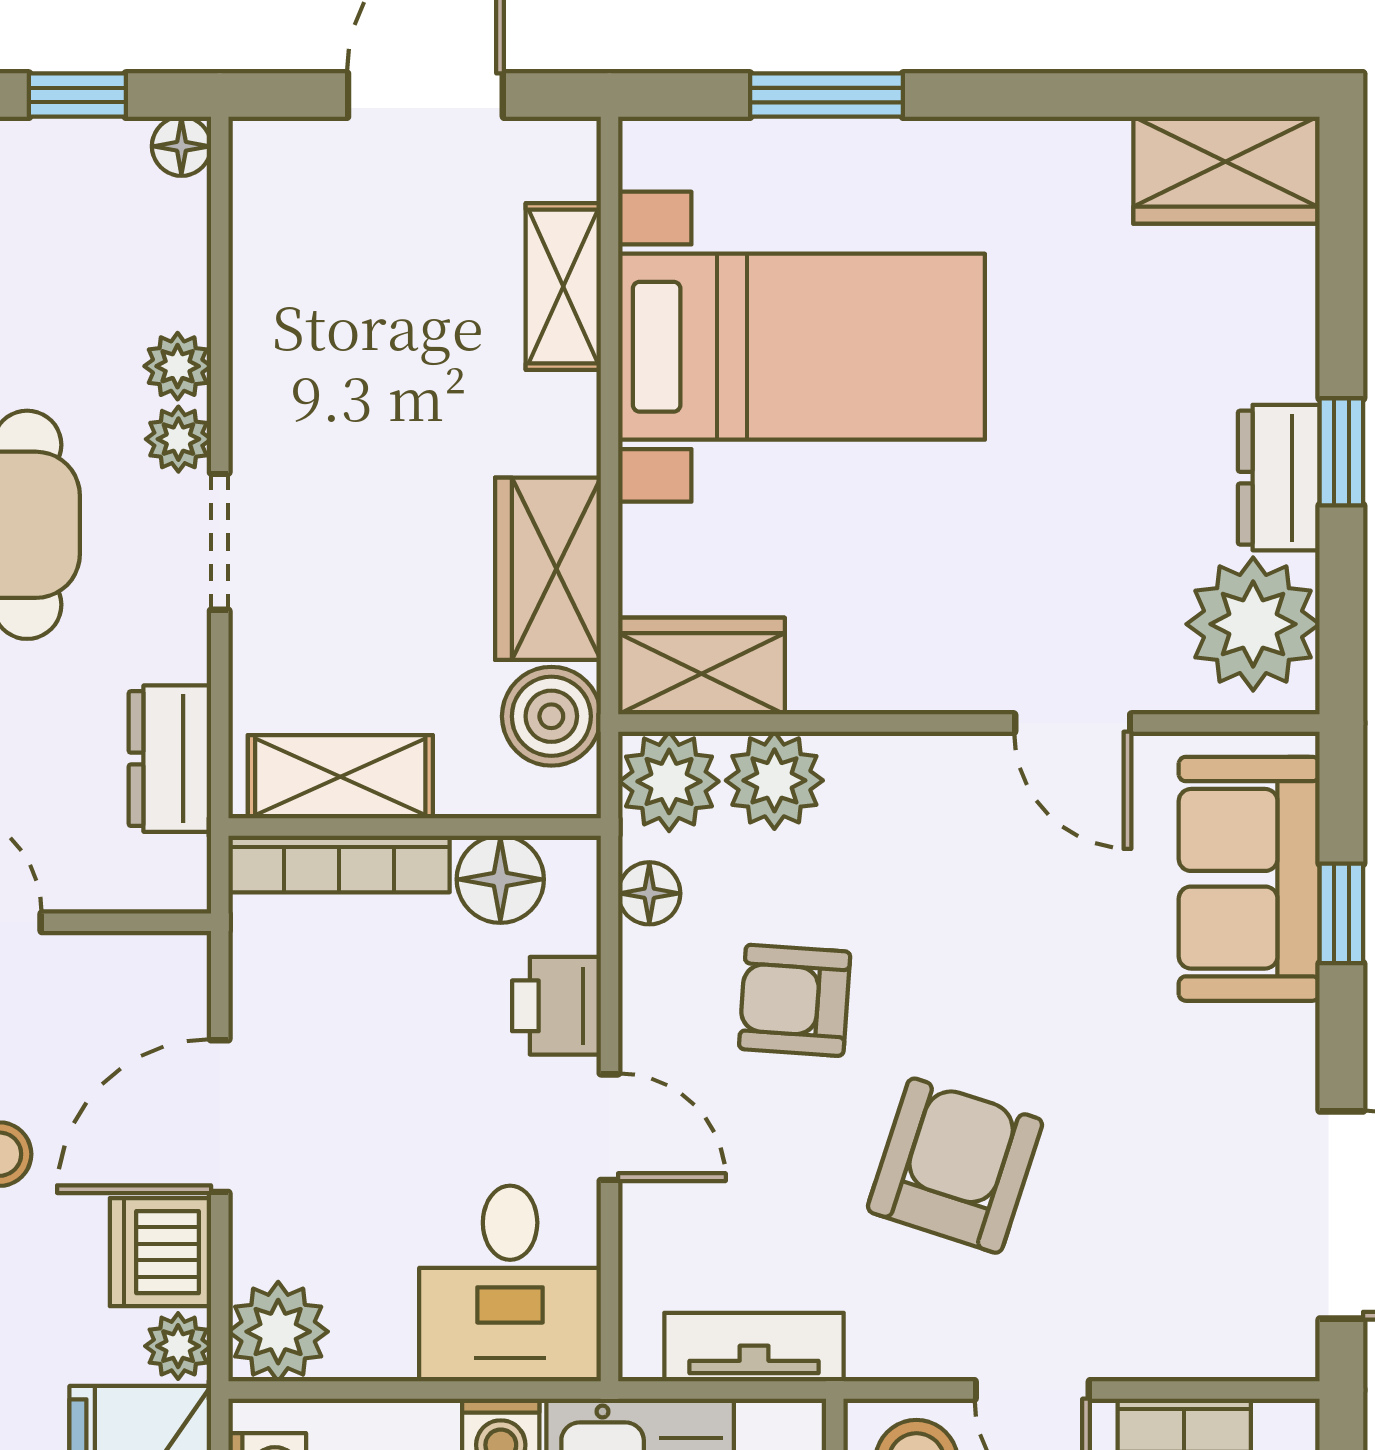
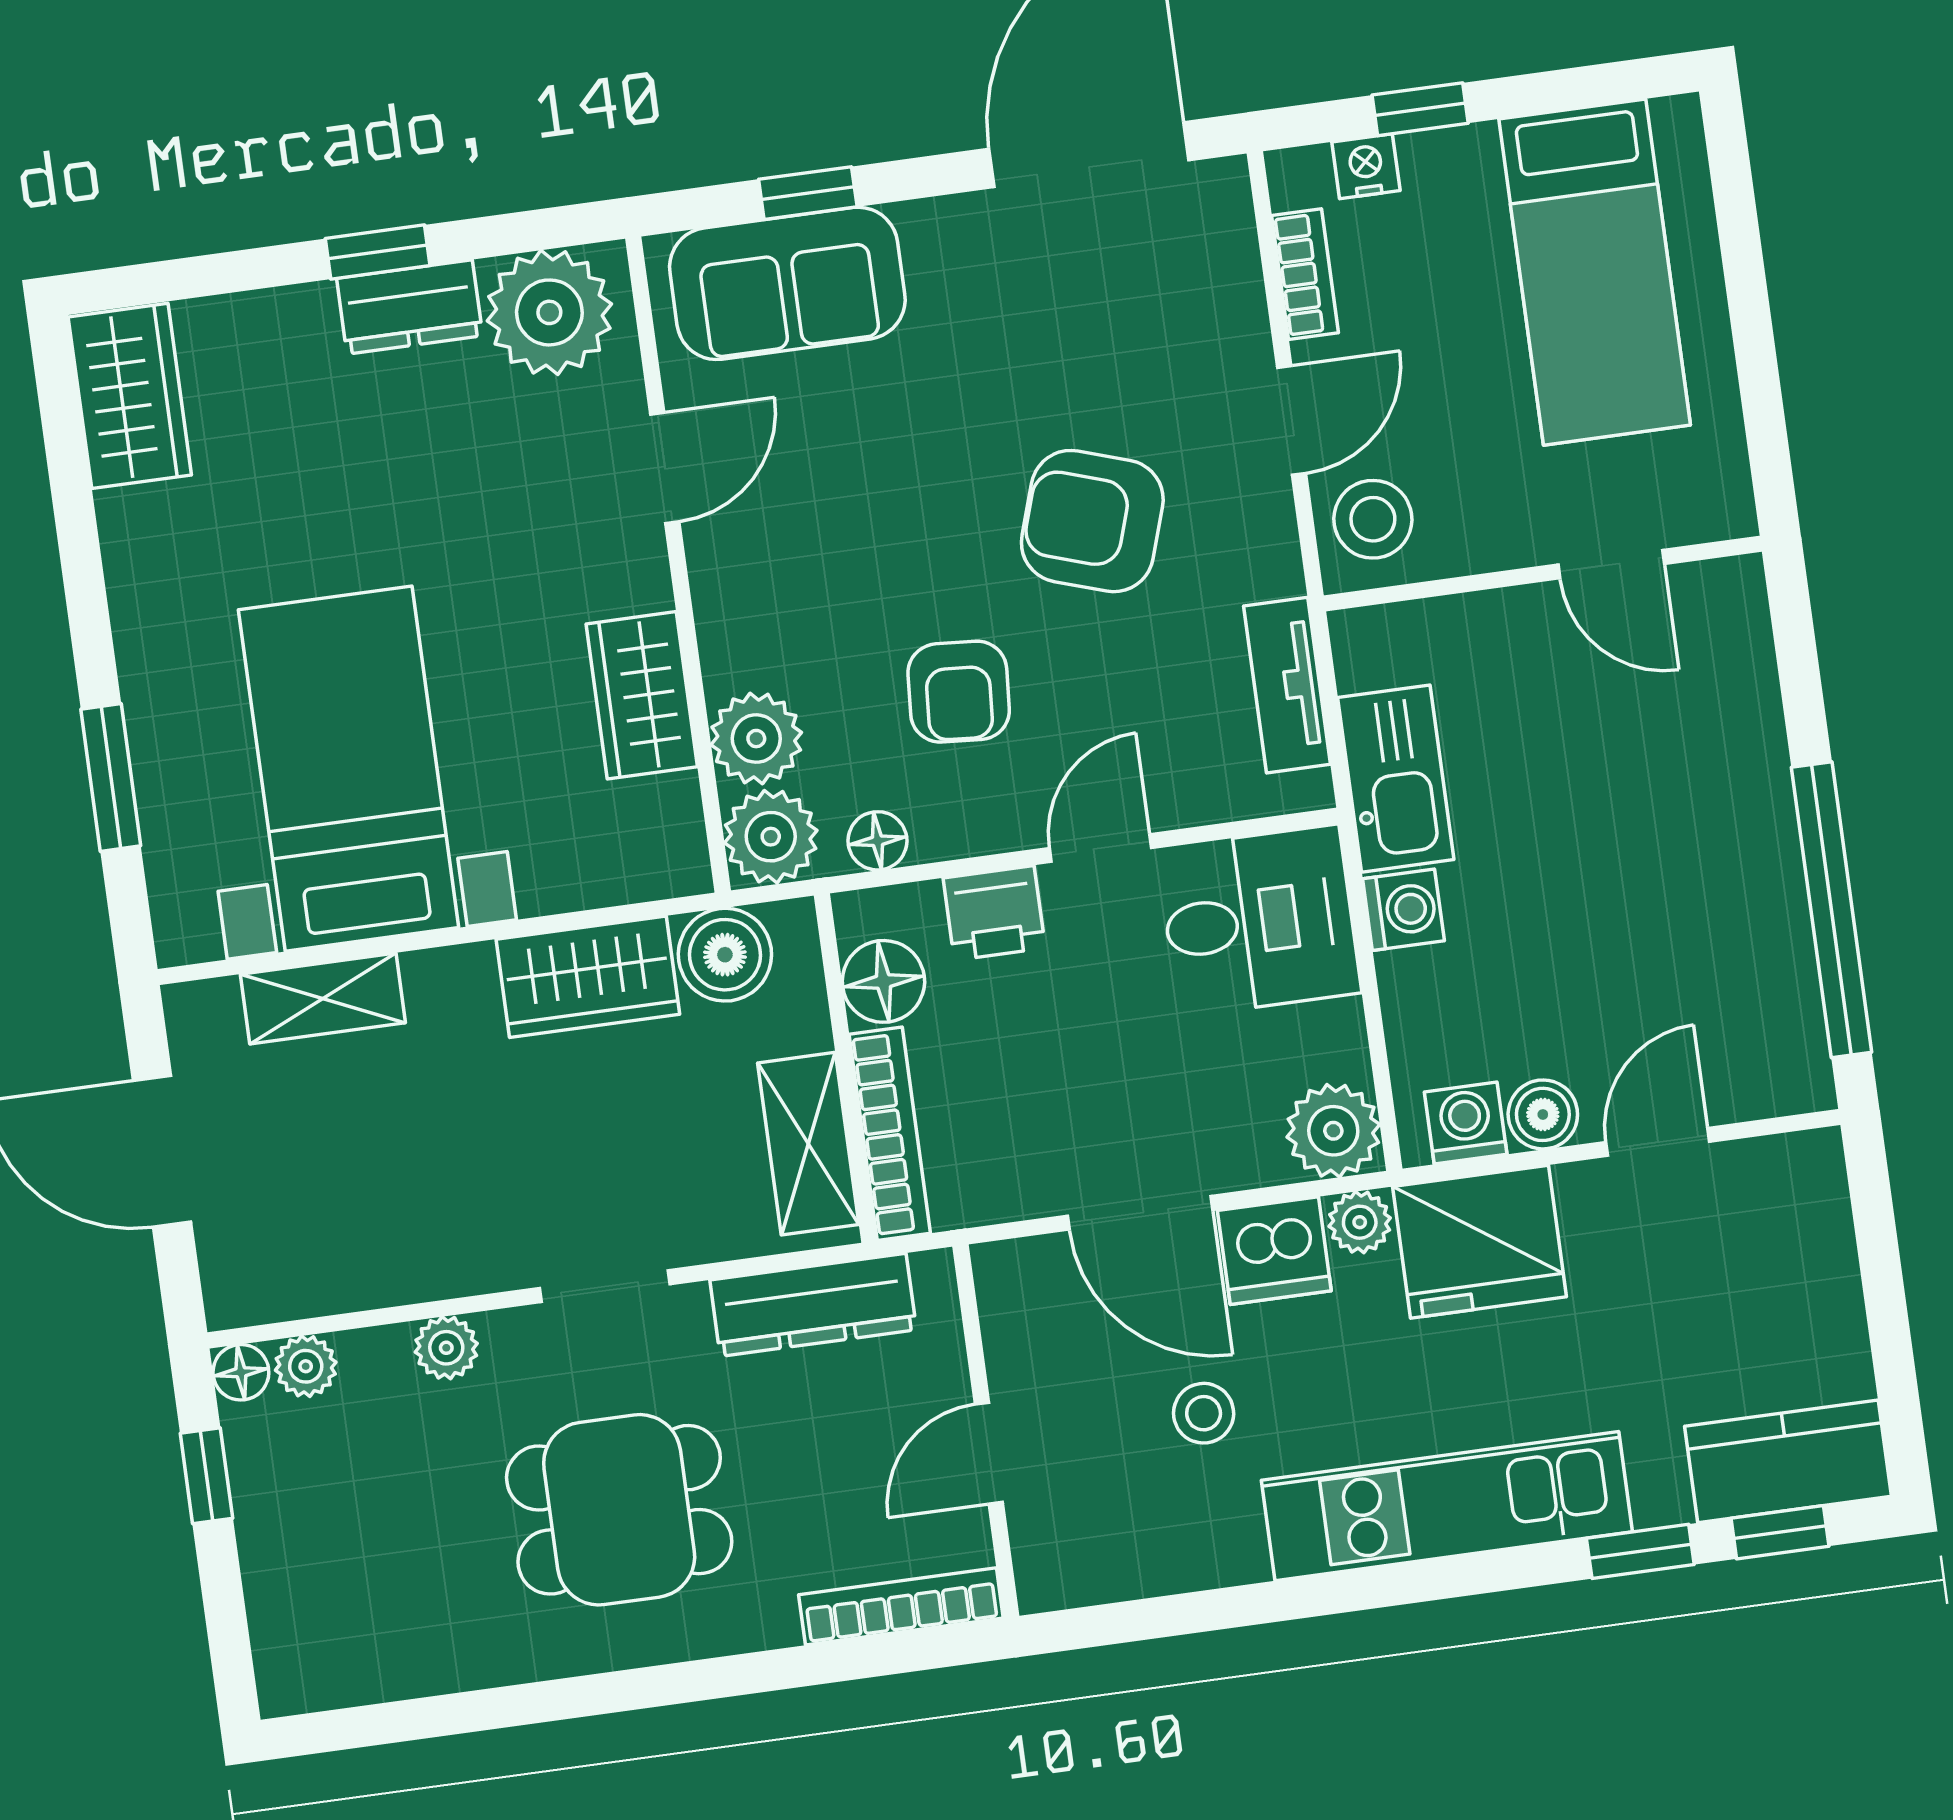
plant: (178, 439) -> (306, 1366), moved
wardrobe: (701, 666) -> (642, 695), moved
dresser: (170, 759) -> (813, 1305), width x1.44

